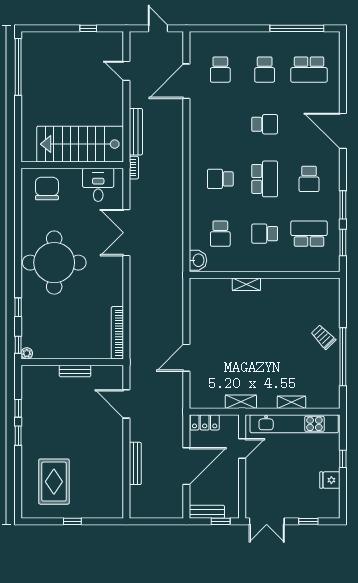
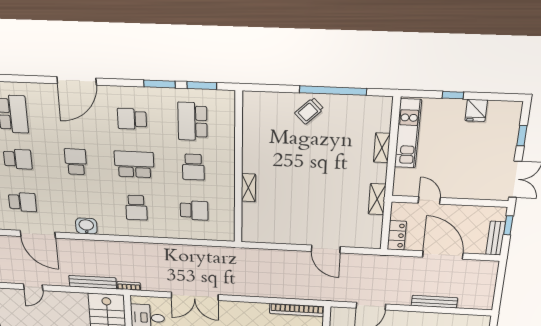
school desk: (309, 179) -> (132, 119), turned 180
washbasin: (198, 260) -> (86, 226), moved
kitchen unit: (294, 424) -> (408, 134), width x0.73

